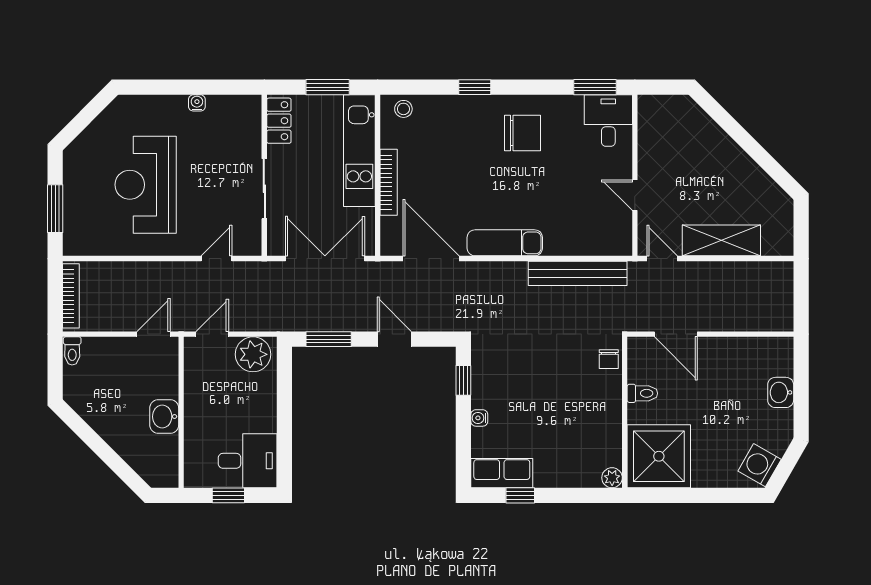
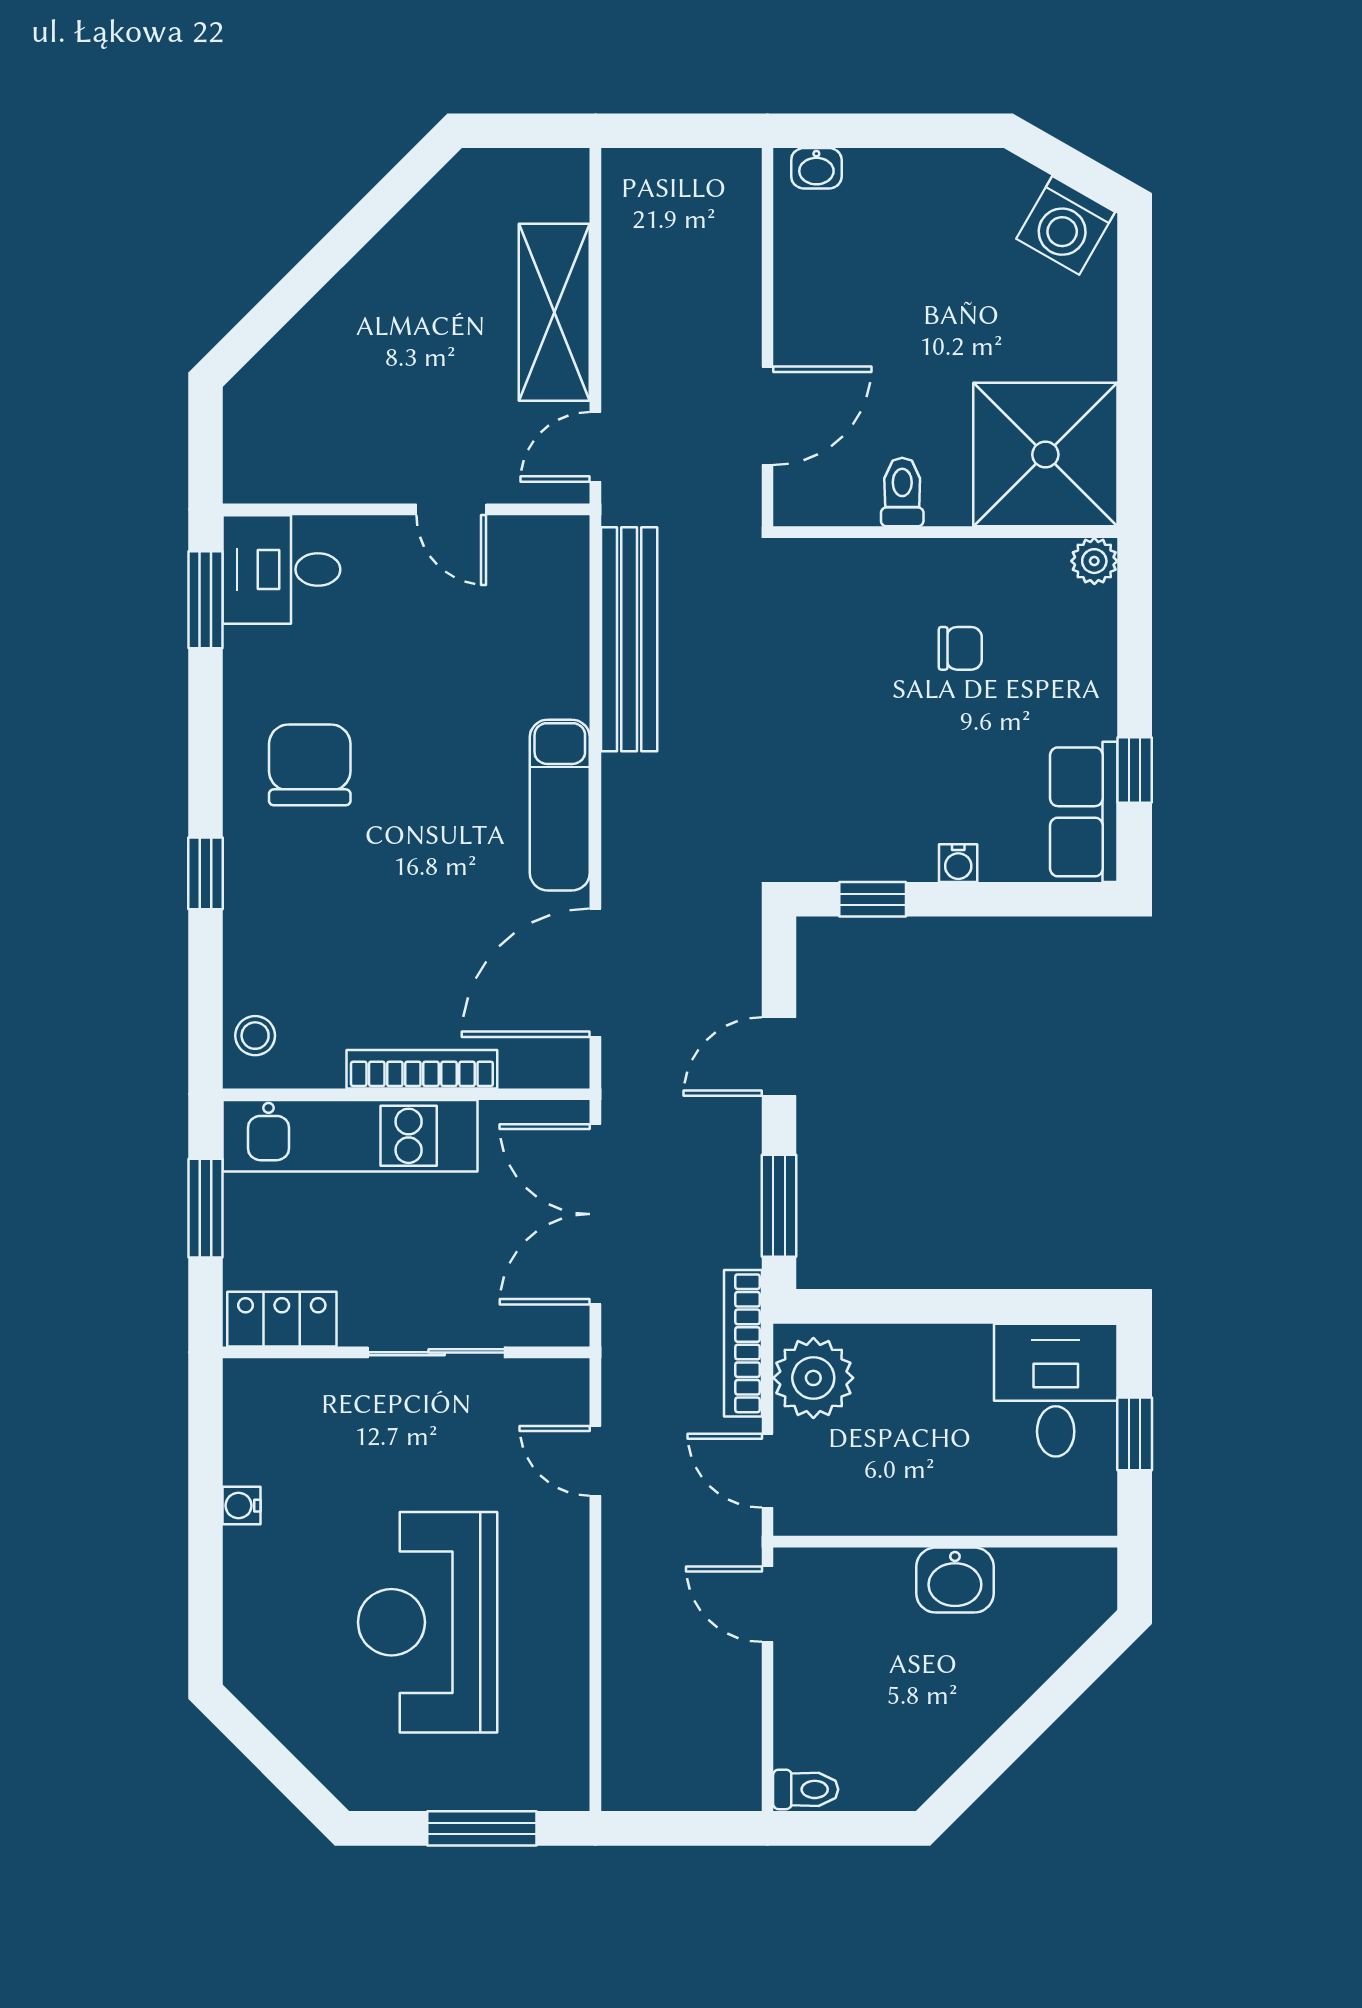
reception desk: (146, 185) -> (428, 1622), turned 90
door: (635, 195) -> (451, 509), hinge flipped
bookcase: (71, 296) -> (743, 1343), moved, turned -90
chair: (609, 359) -> (960, 648), moved
washbasin: (781, 392) -> (816, 168), moved, width x0.72, depth x0.69

